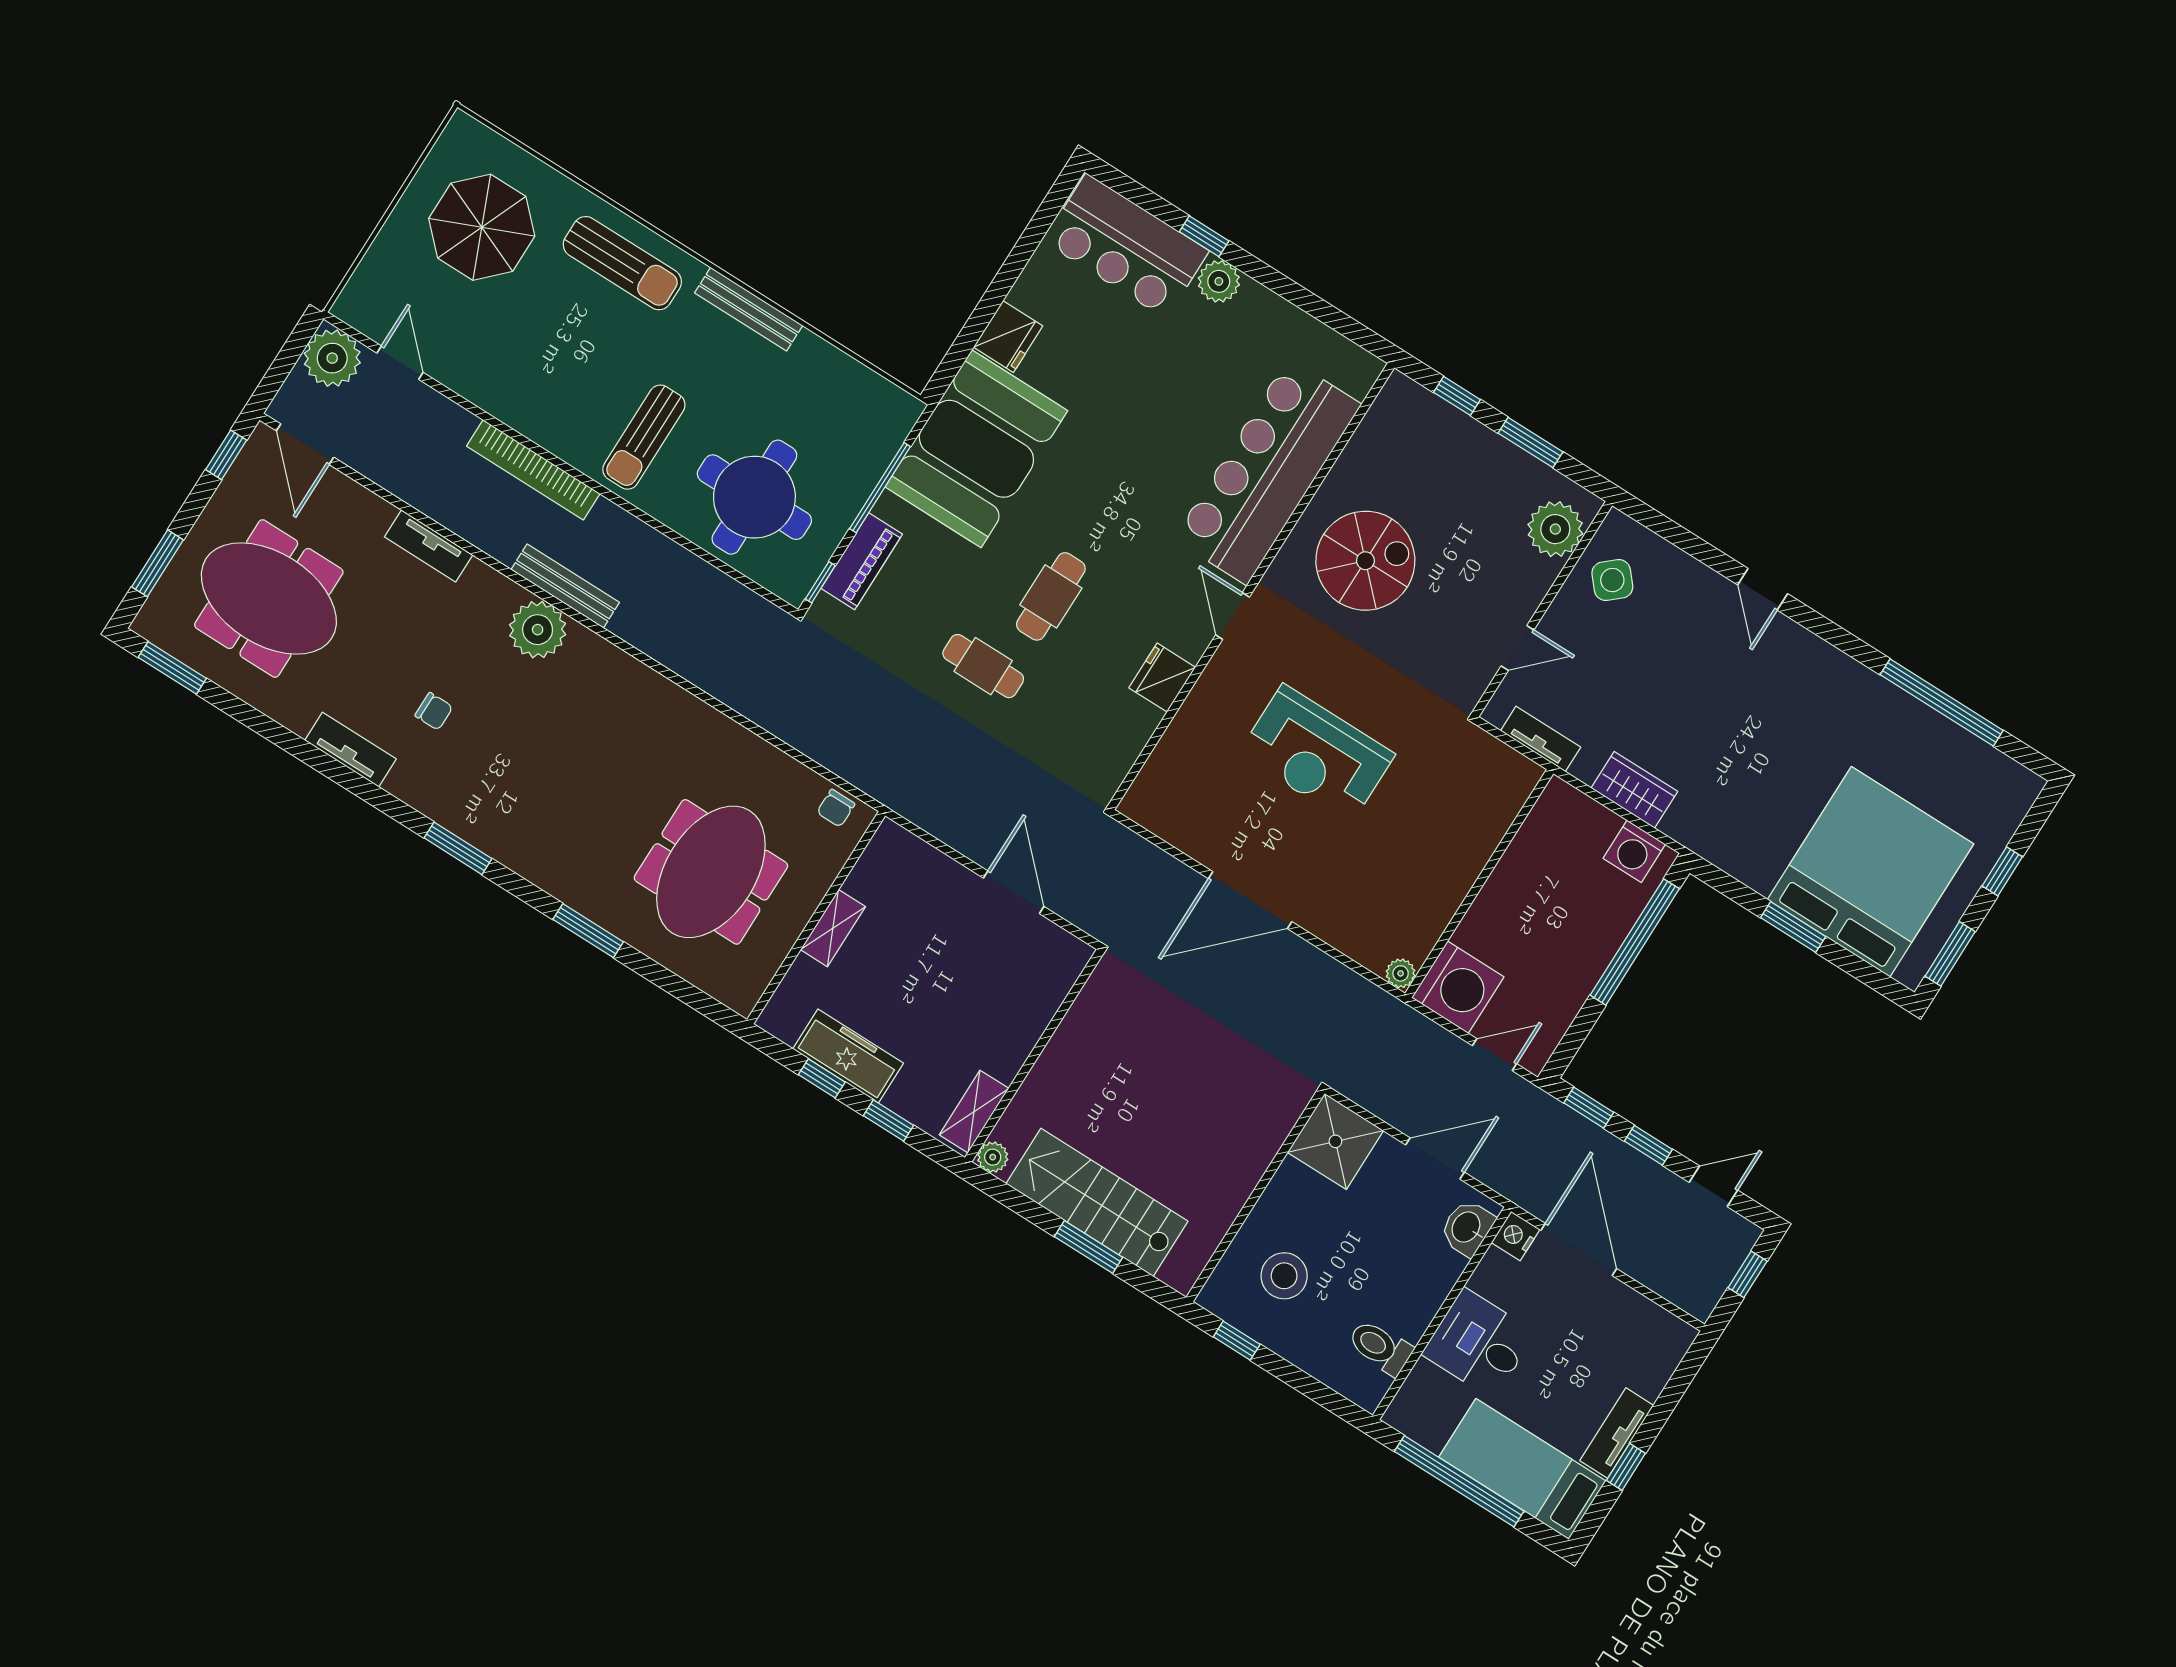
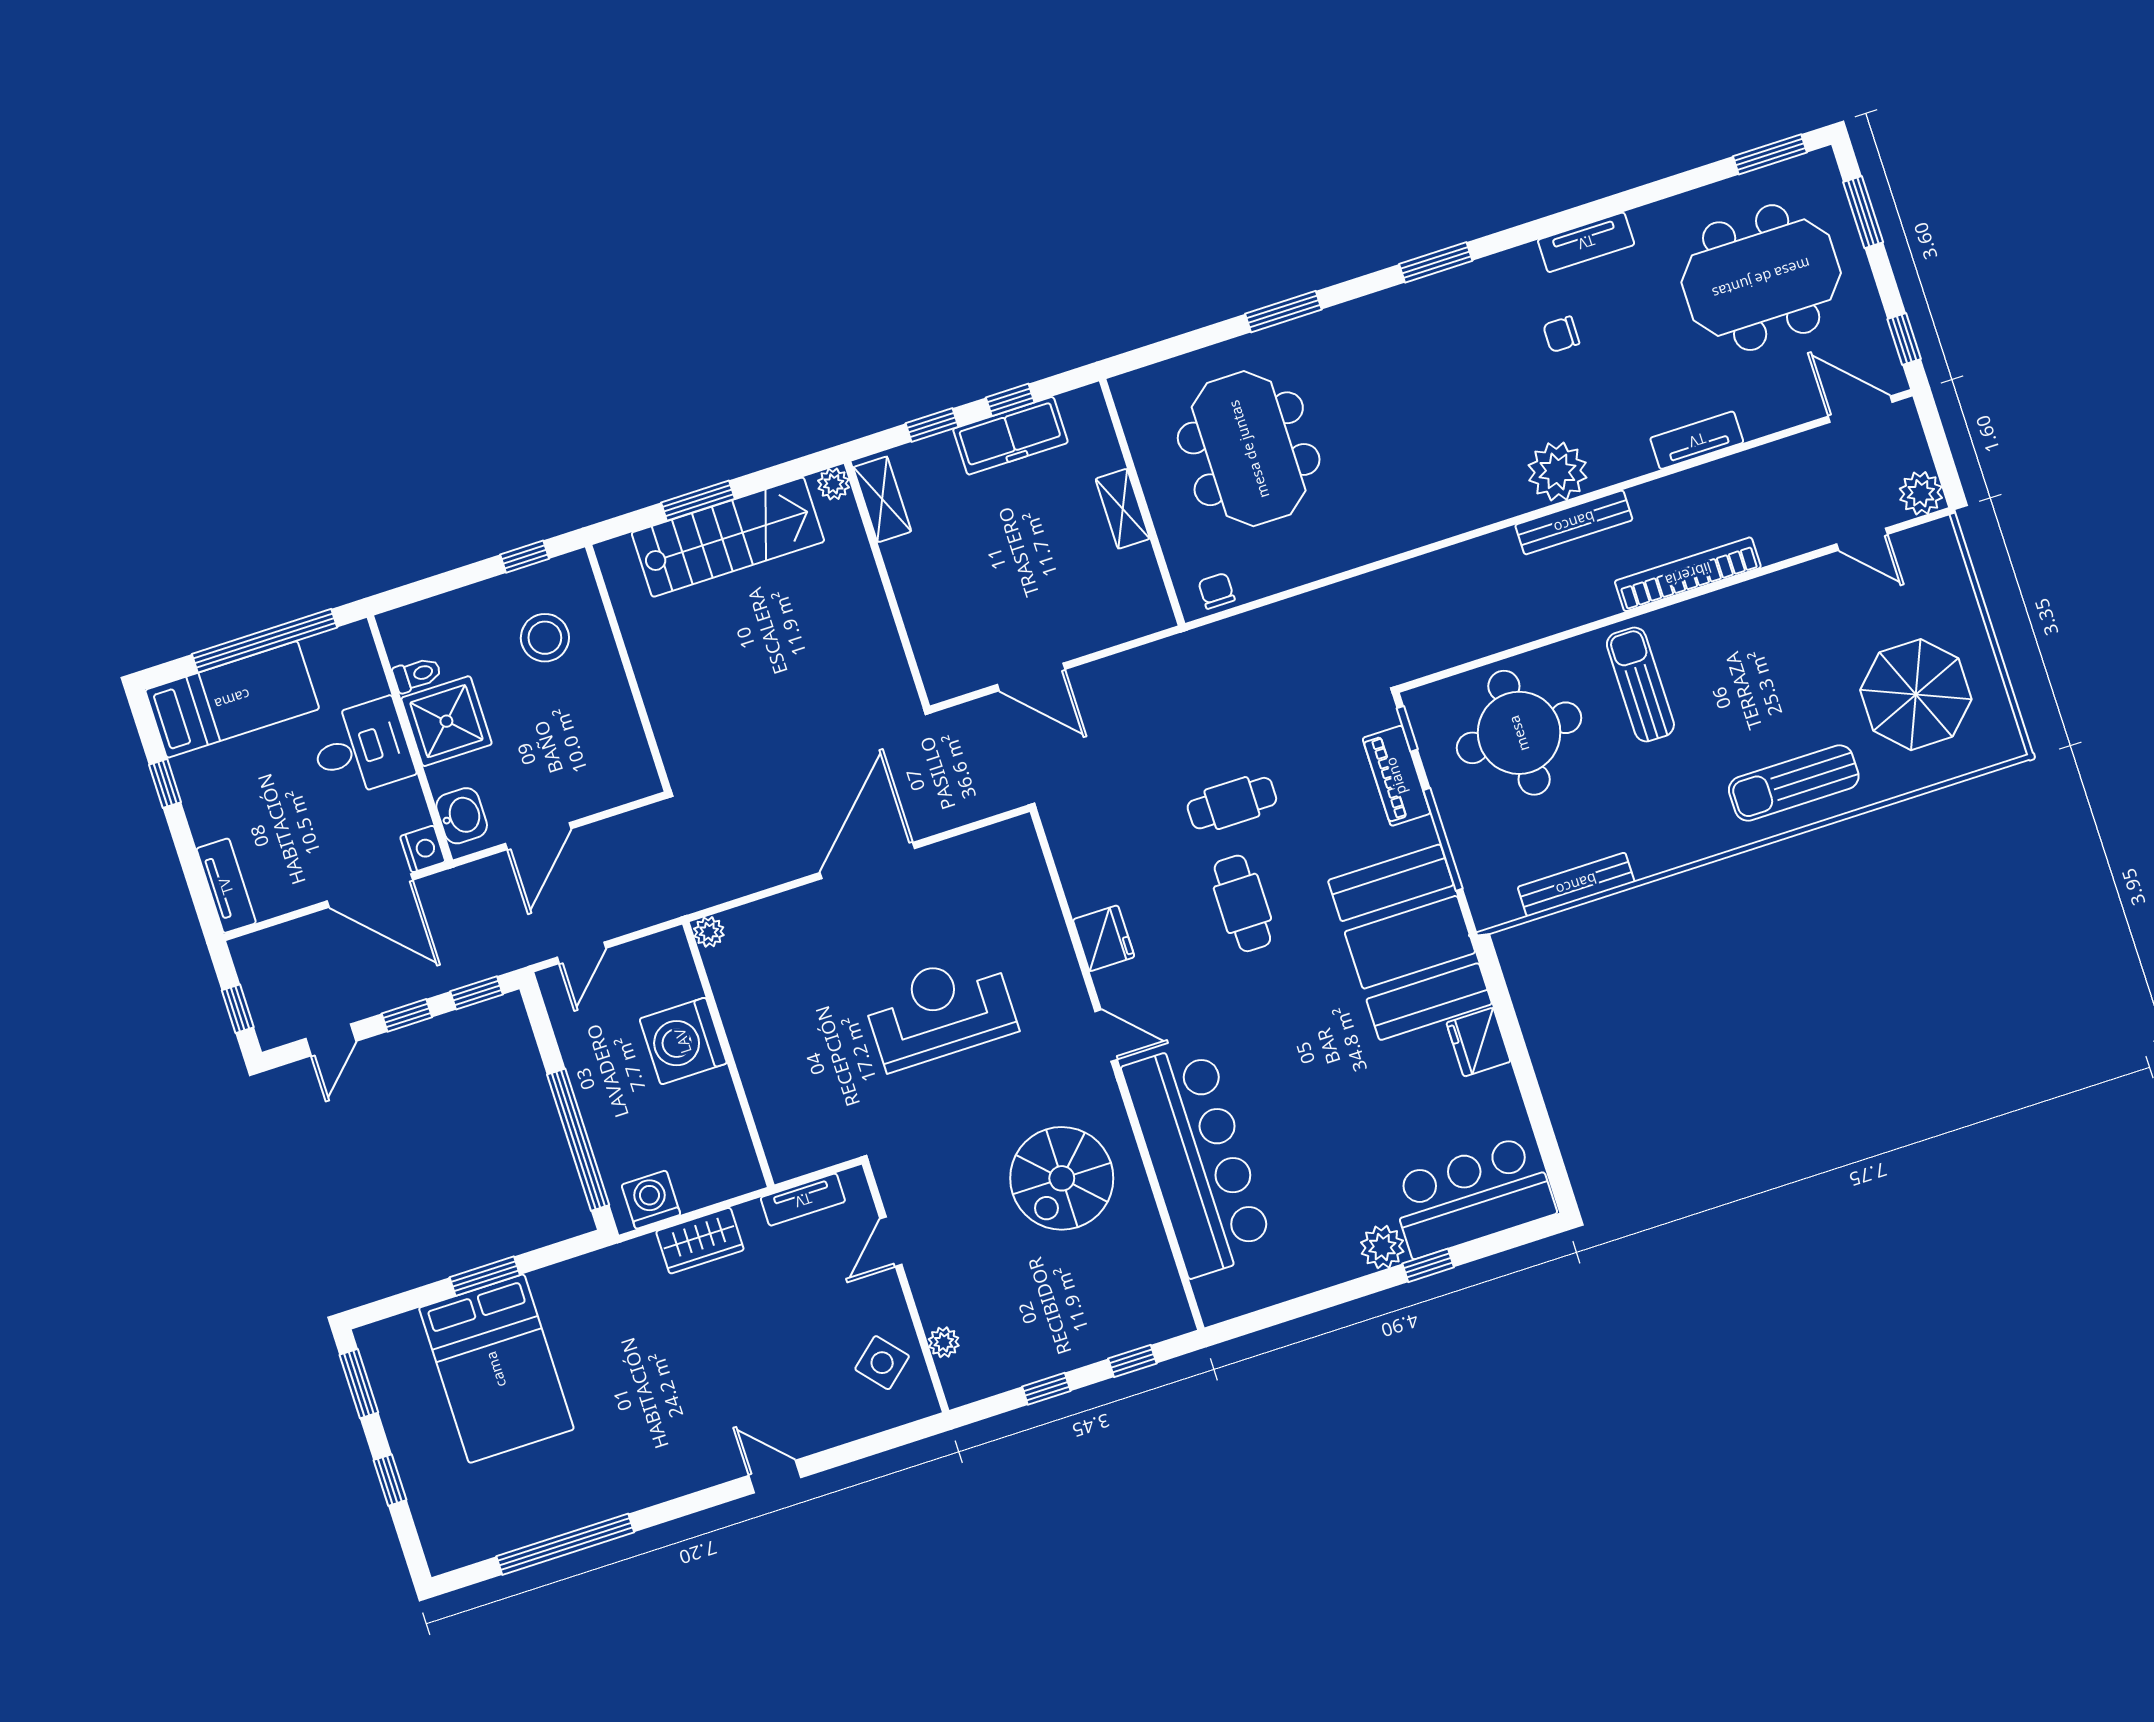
bench: (749, 309) -> (1576, 884), moved
plant: (332, 358) -> (1921, 493), width x0.73, depth x0.73
window: (1531, 443) -> (1046, 1389), width x0.67
plant: (1555, 529) -> (944, 1342), width x0.53, depth x0.53
bed: (1871, 872) -> (496, 1369), width x0.73
washing machine: (1458, 987) -> (683, 1041), moved
shower: (1335, 1141) -> (446, 721), moved
toilet: (1380, 1347) -> (417, 675), width x0.73, depth x0.72
tv unit: (1617, 1433) -> (226, 886), moved

